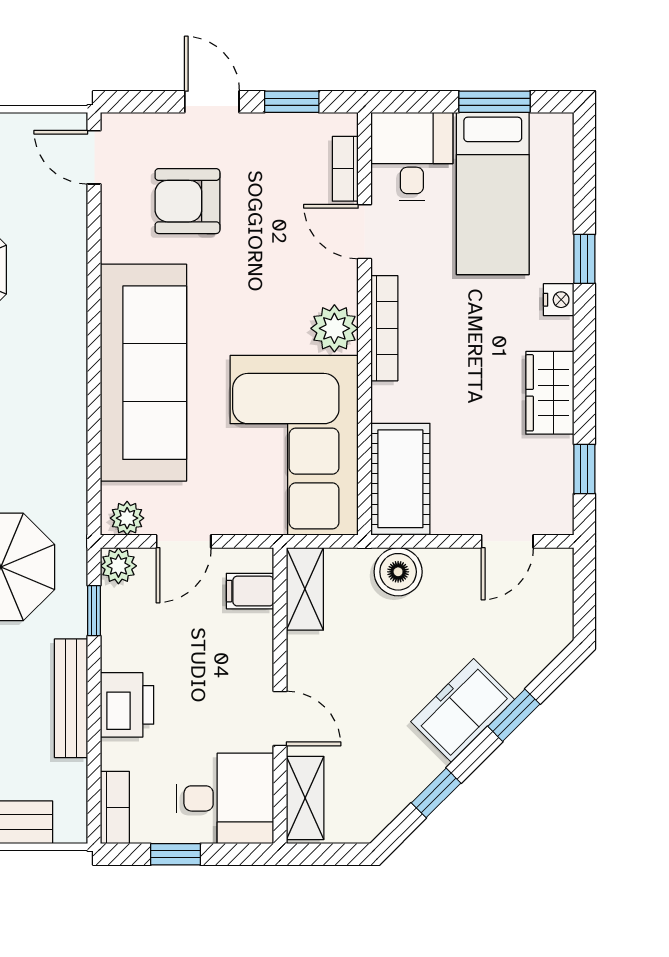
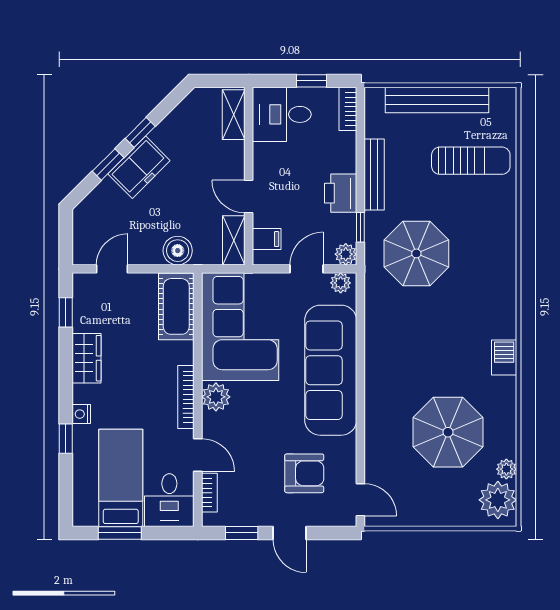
printer: (127, 705) -> (341, 193), moved
door: (280, 719) -> (249, 197), moved
window: (436, 793) -> (140, 132), moved

